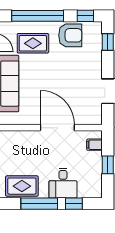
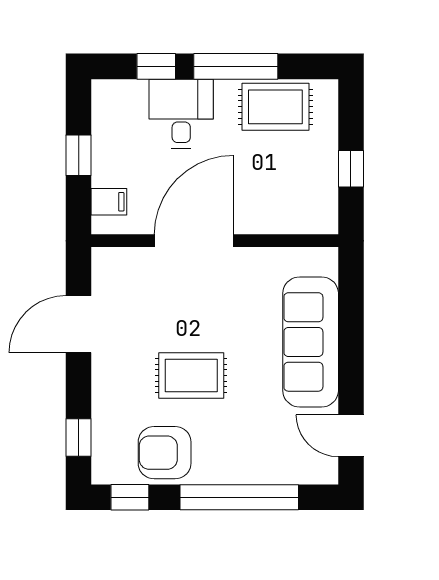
rug: (33, 43) -> (191, 376), moved
door: (57, 128) -> (194, 241), swing flipped

